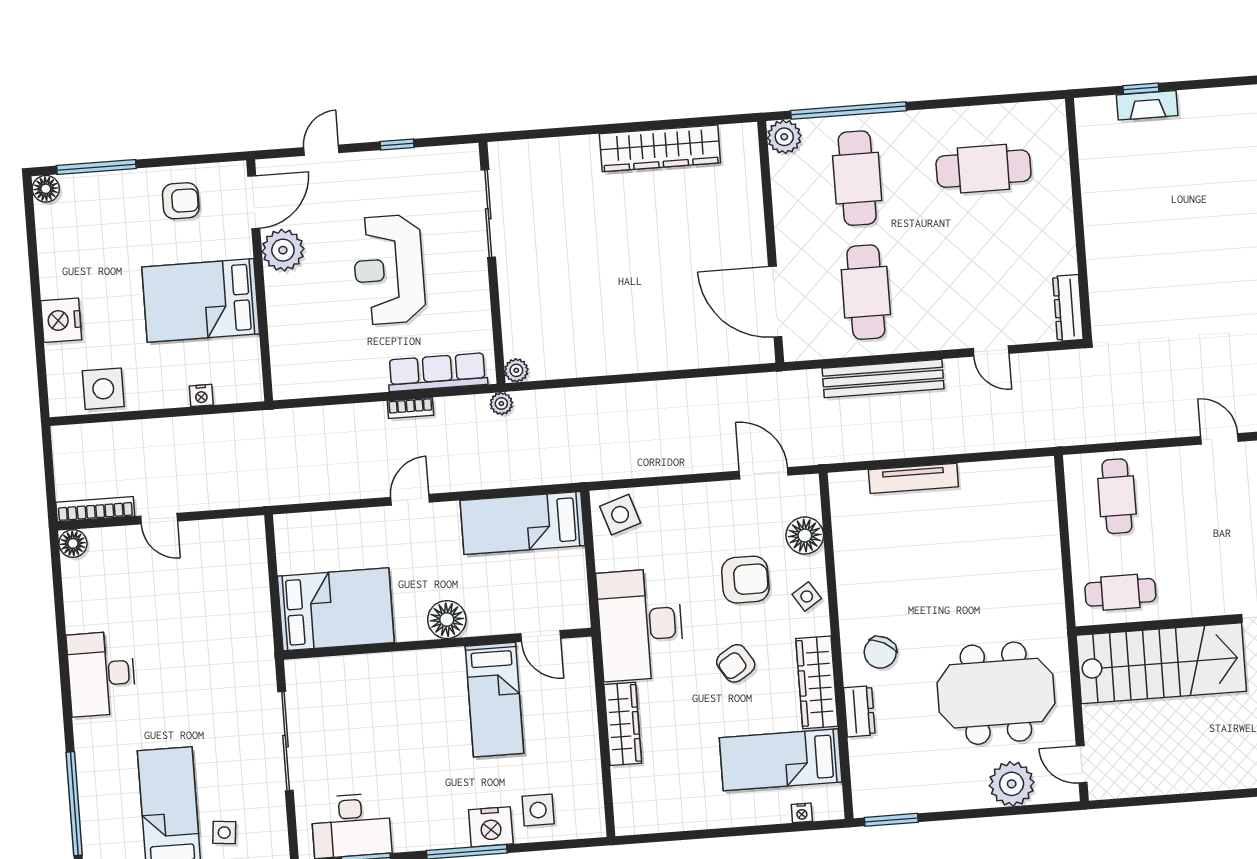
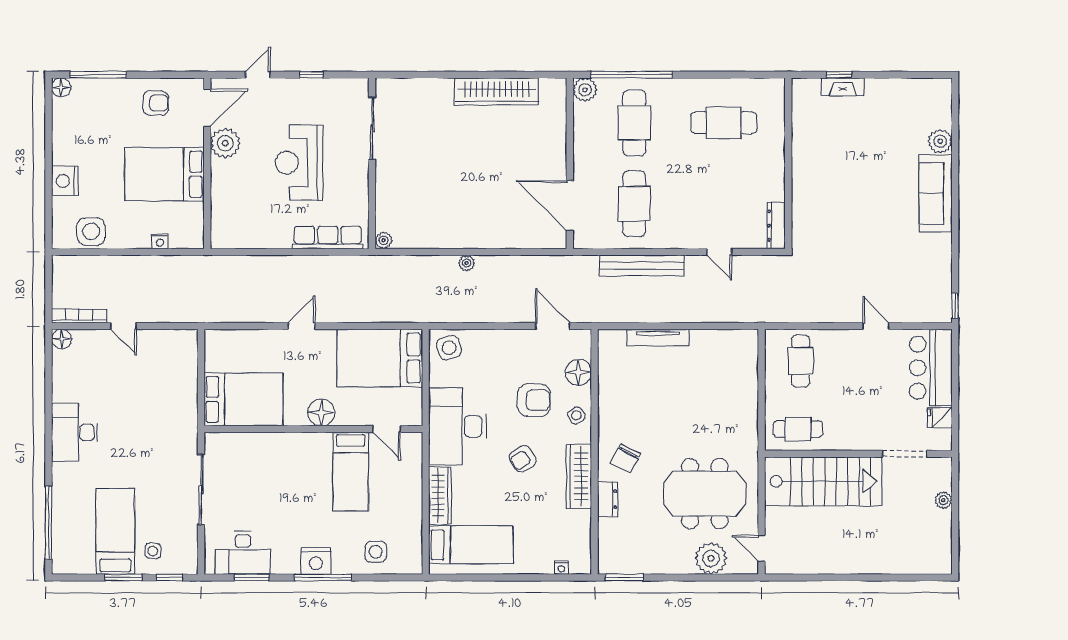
plant: (501, 403) -> (467, 263), moved
bookcase: (410, 408) -> (307, 261), removed
bed: (522, 523) -> (380, 358), width x1.50
bed: (781, 760) -> (471, 545), moved, turned 180
nightstand: (491, 827) -> (316, 561), moved

